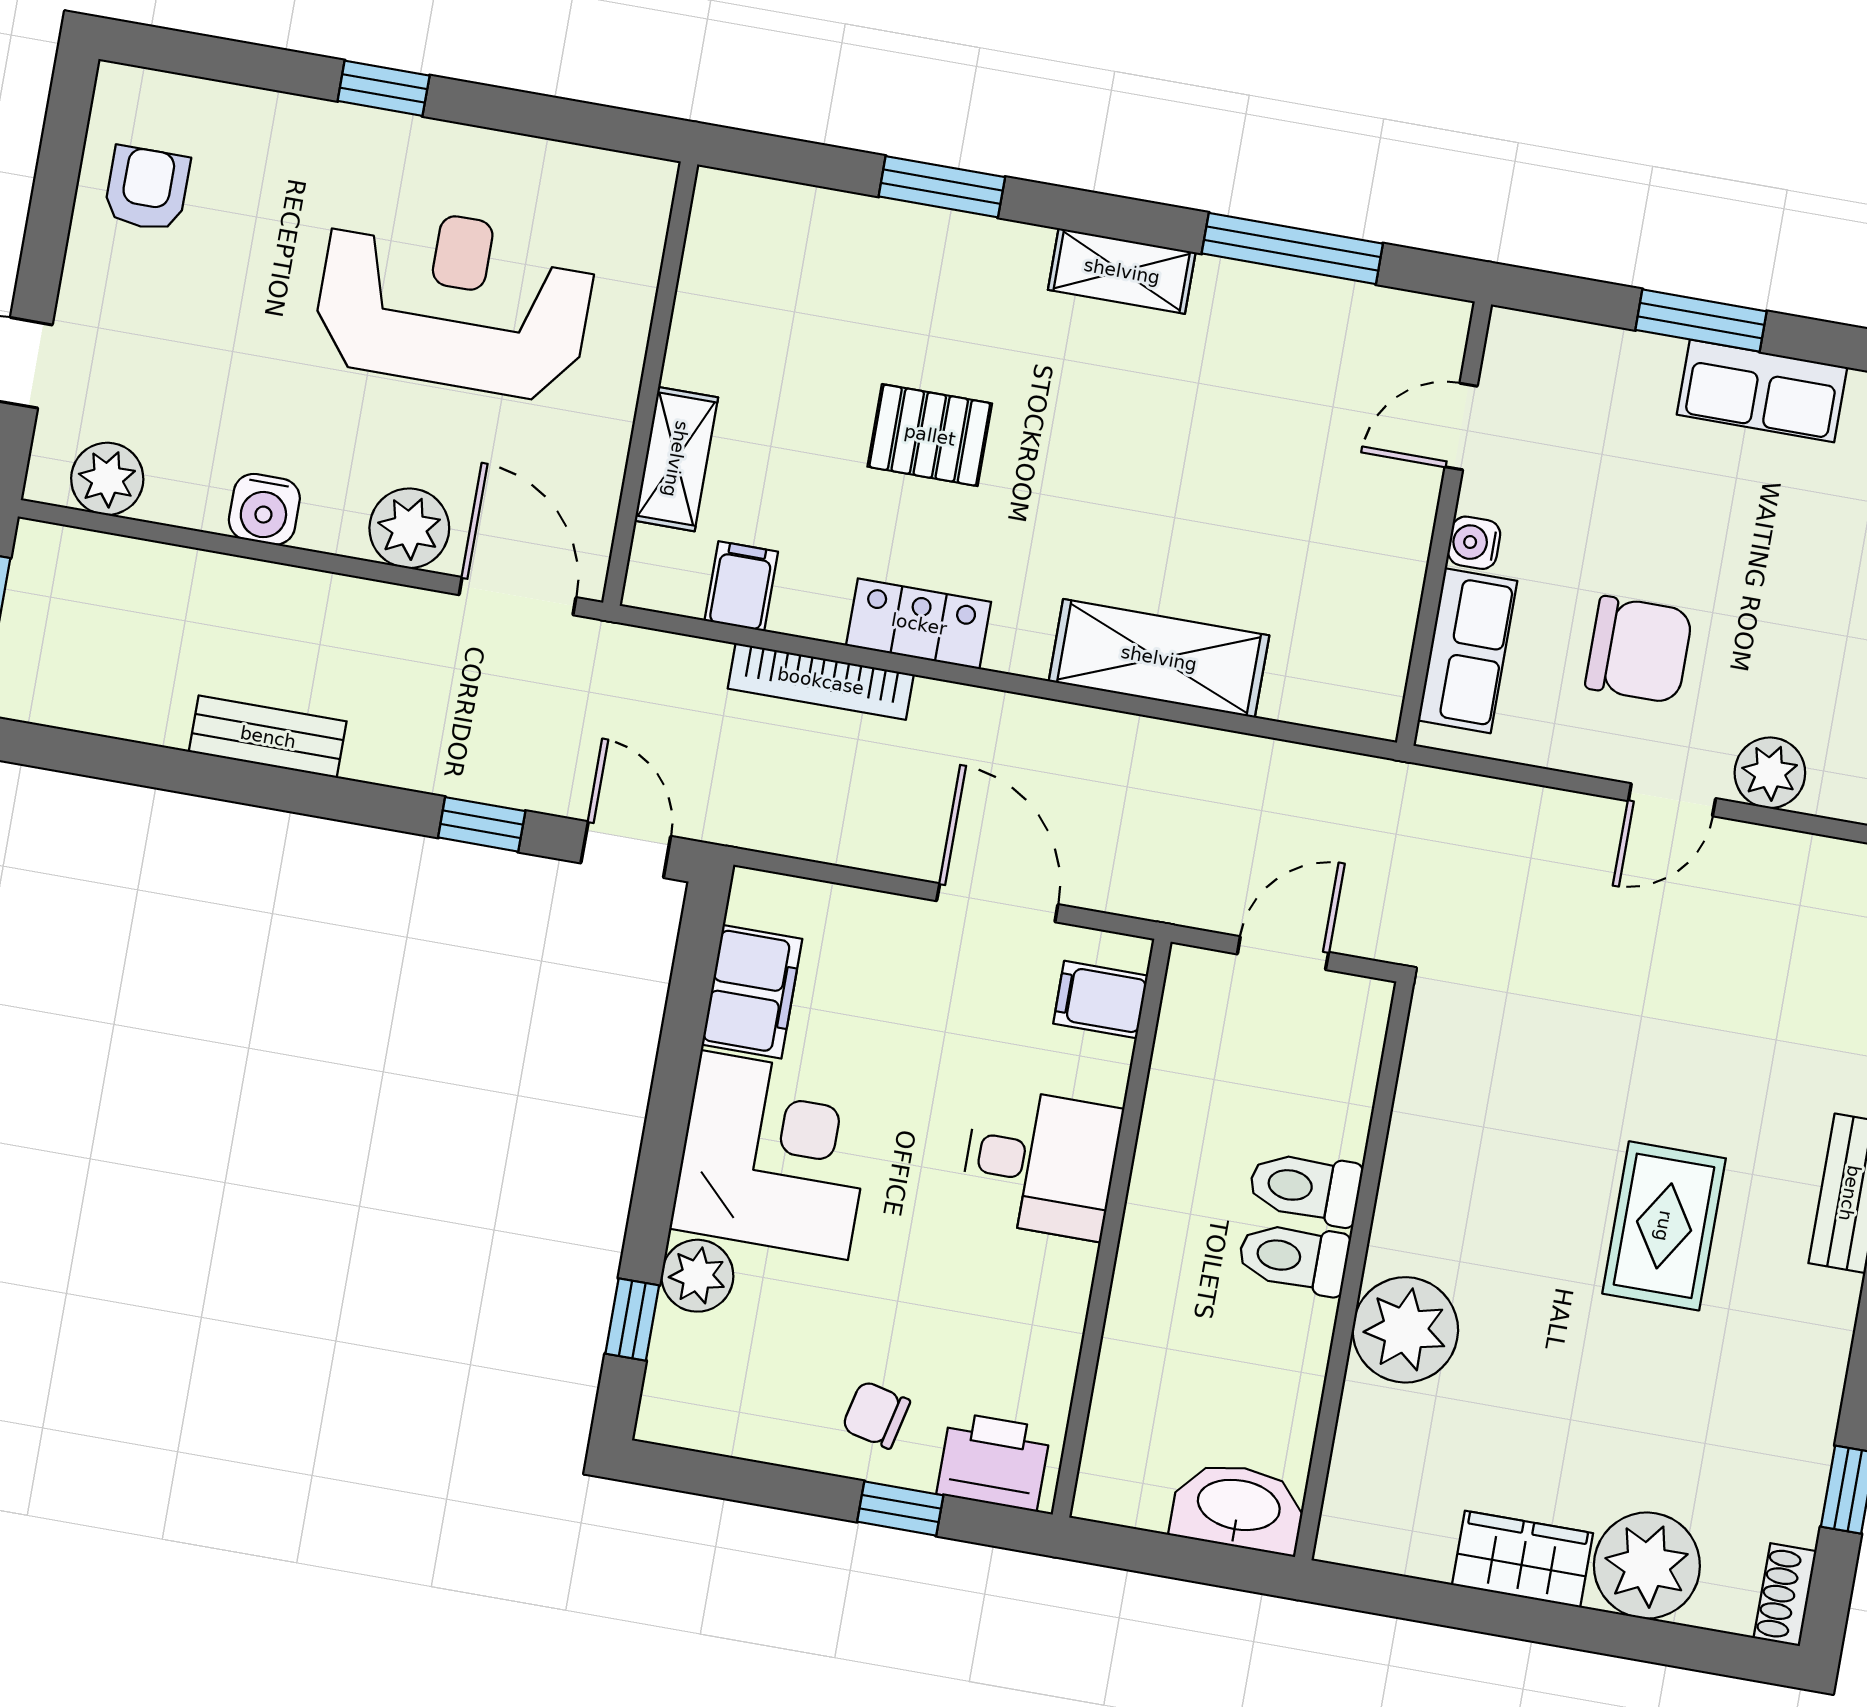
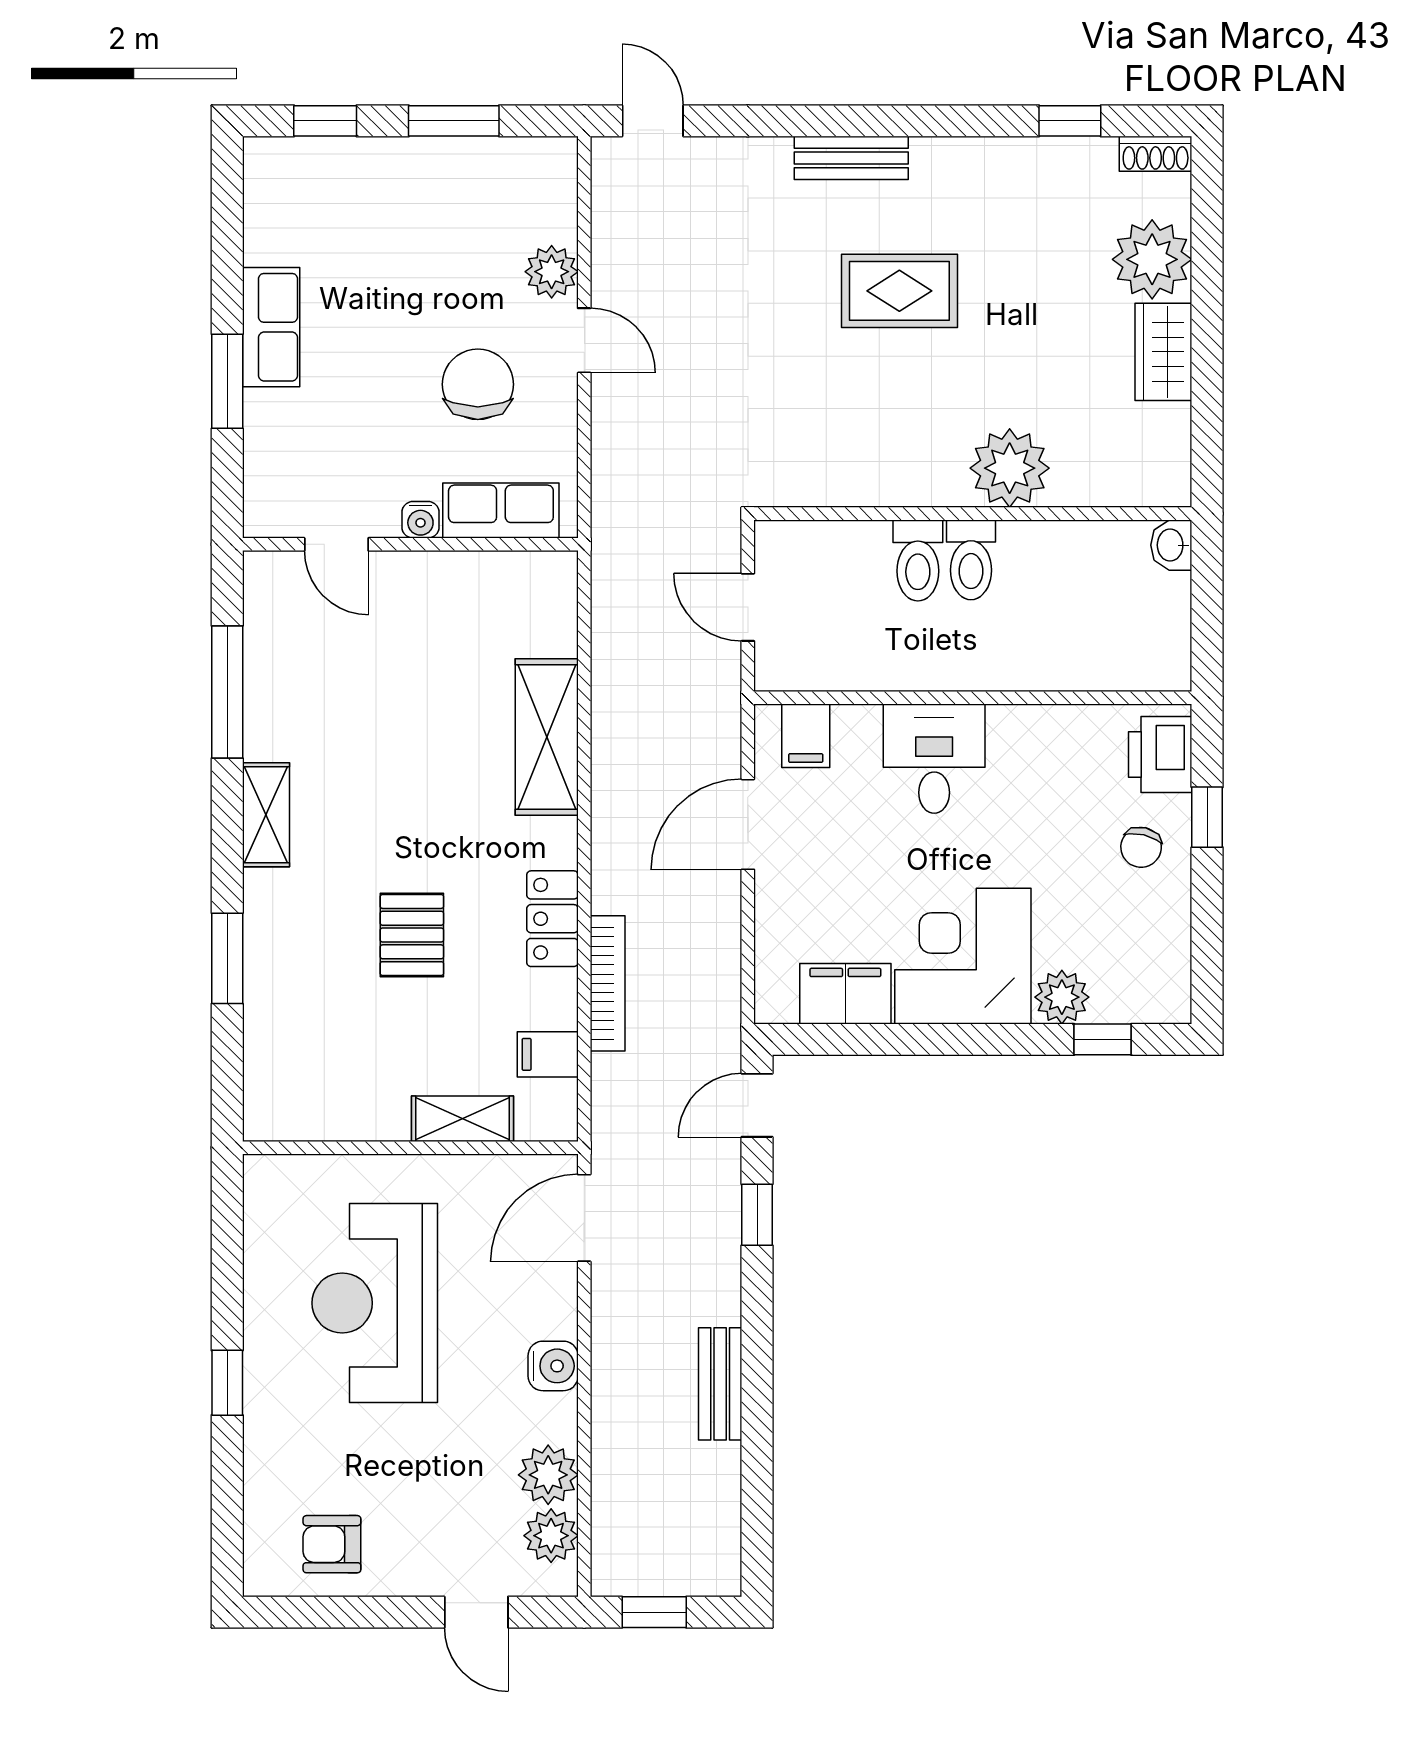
water cooler: (264, 509) -> (553, 1366), moved
plant: (409, 528) -> (548, 1475), moved
washbasin: (1238, 1507) -> (1171, 545), width x0.52, depth x0.69

